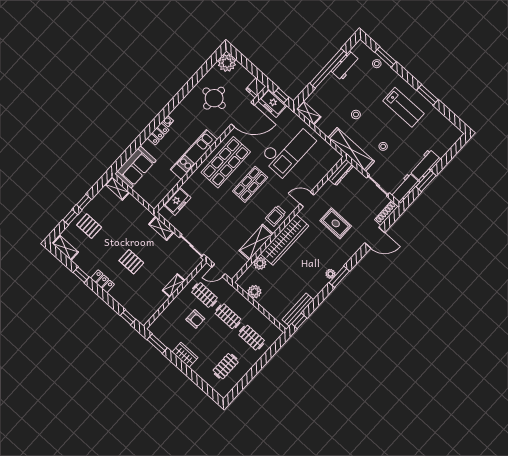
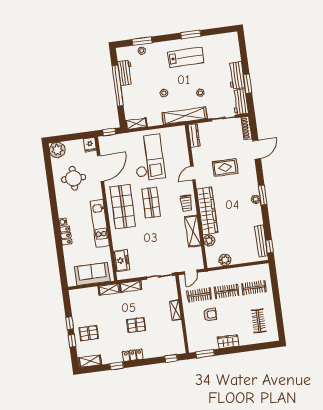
freezer: (272, 103) -> (110, 142), removed
sofa: (135, 167) -> (92, 274), moved, turned -90
shelving: (117, 188) -> (109, 289), moved

